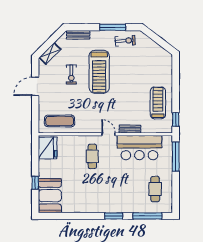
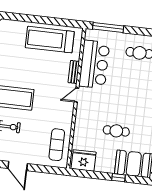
treadmill: (158, 103) -> (50, 40), width x1.37, depth x1.38
window: (176, 119) -> (69, 23), removed
cafe table: (92, 156) -> (116, 131), moved

